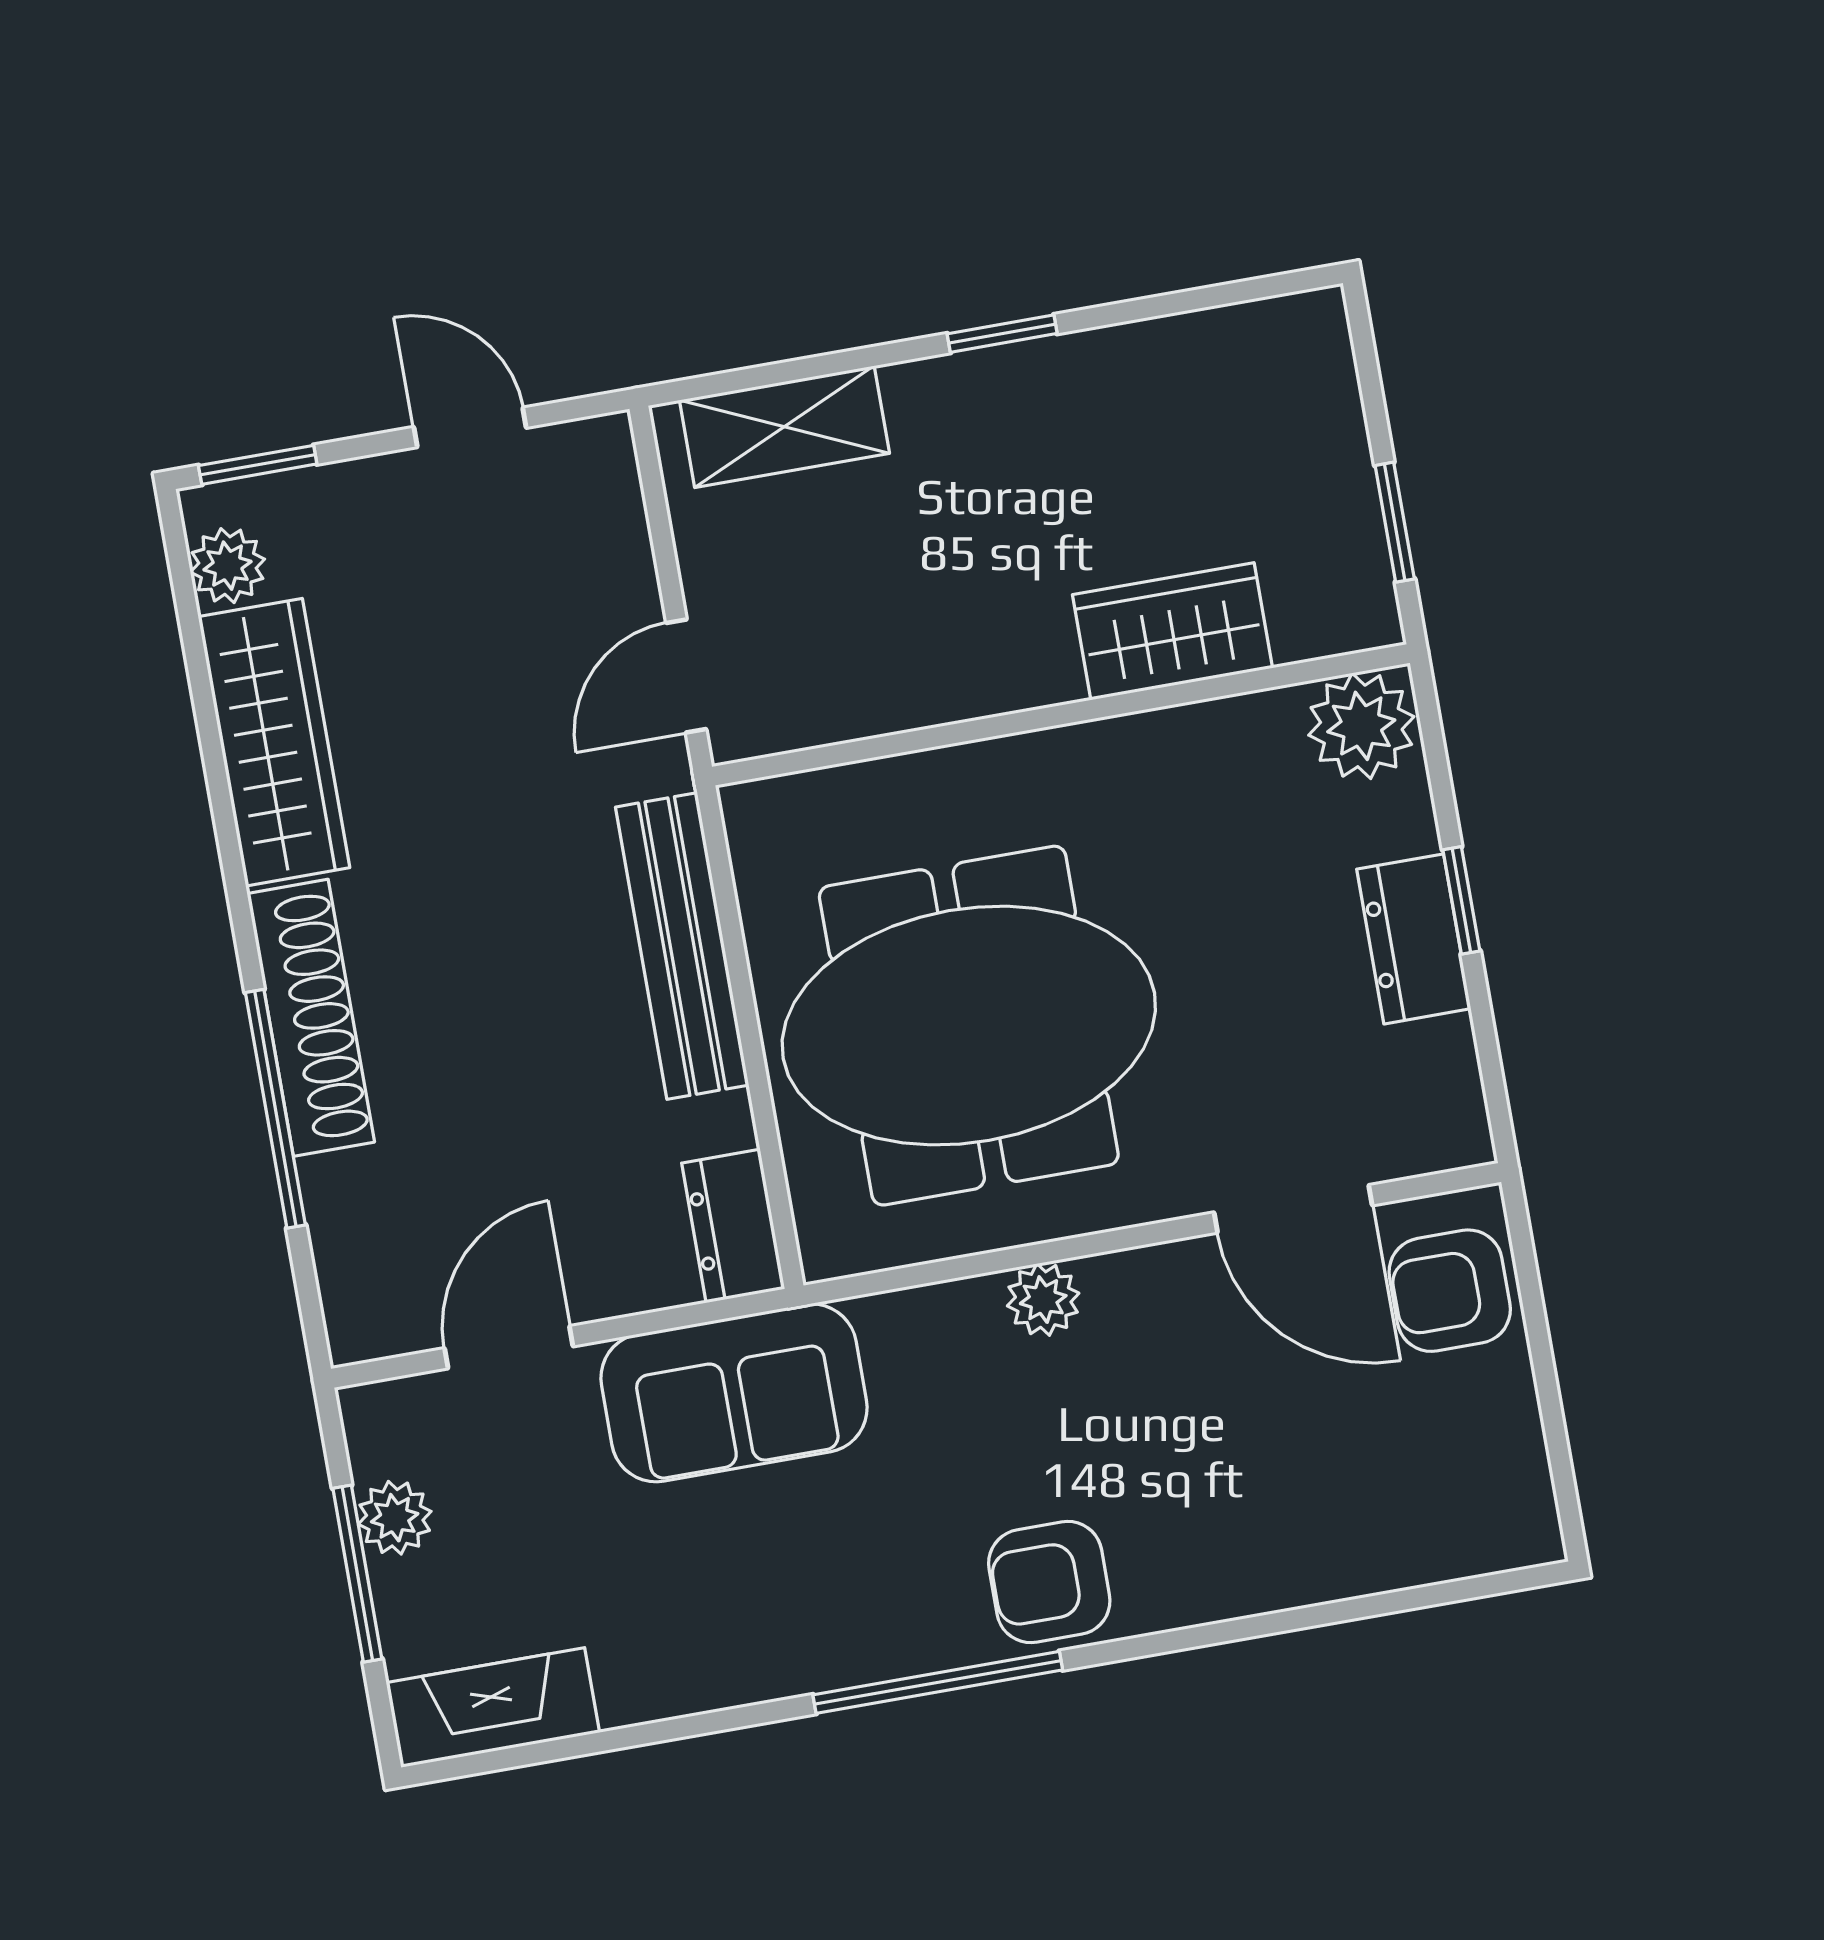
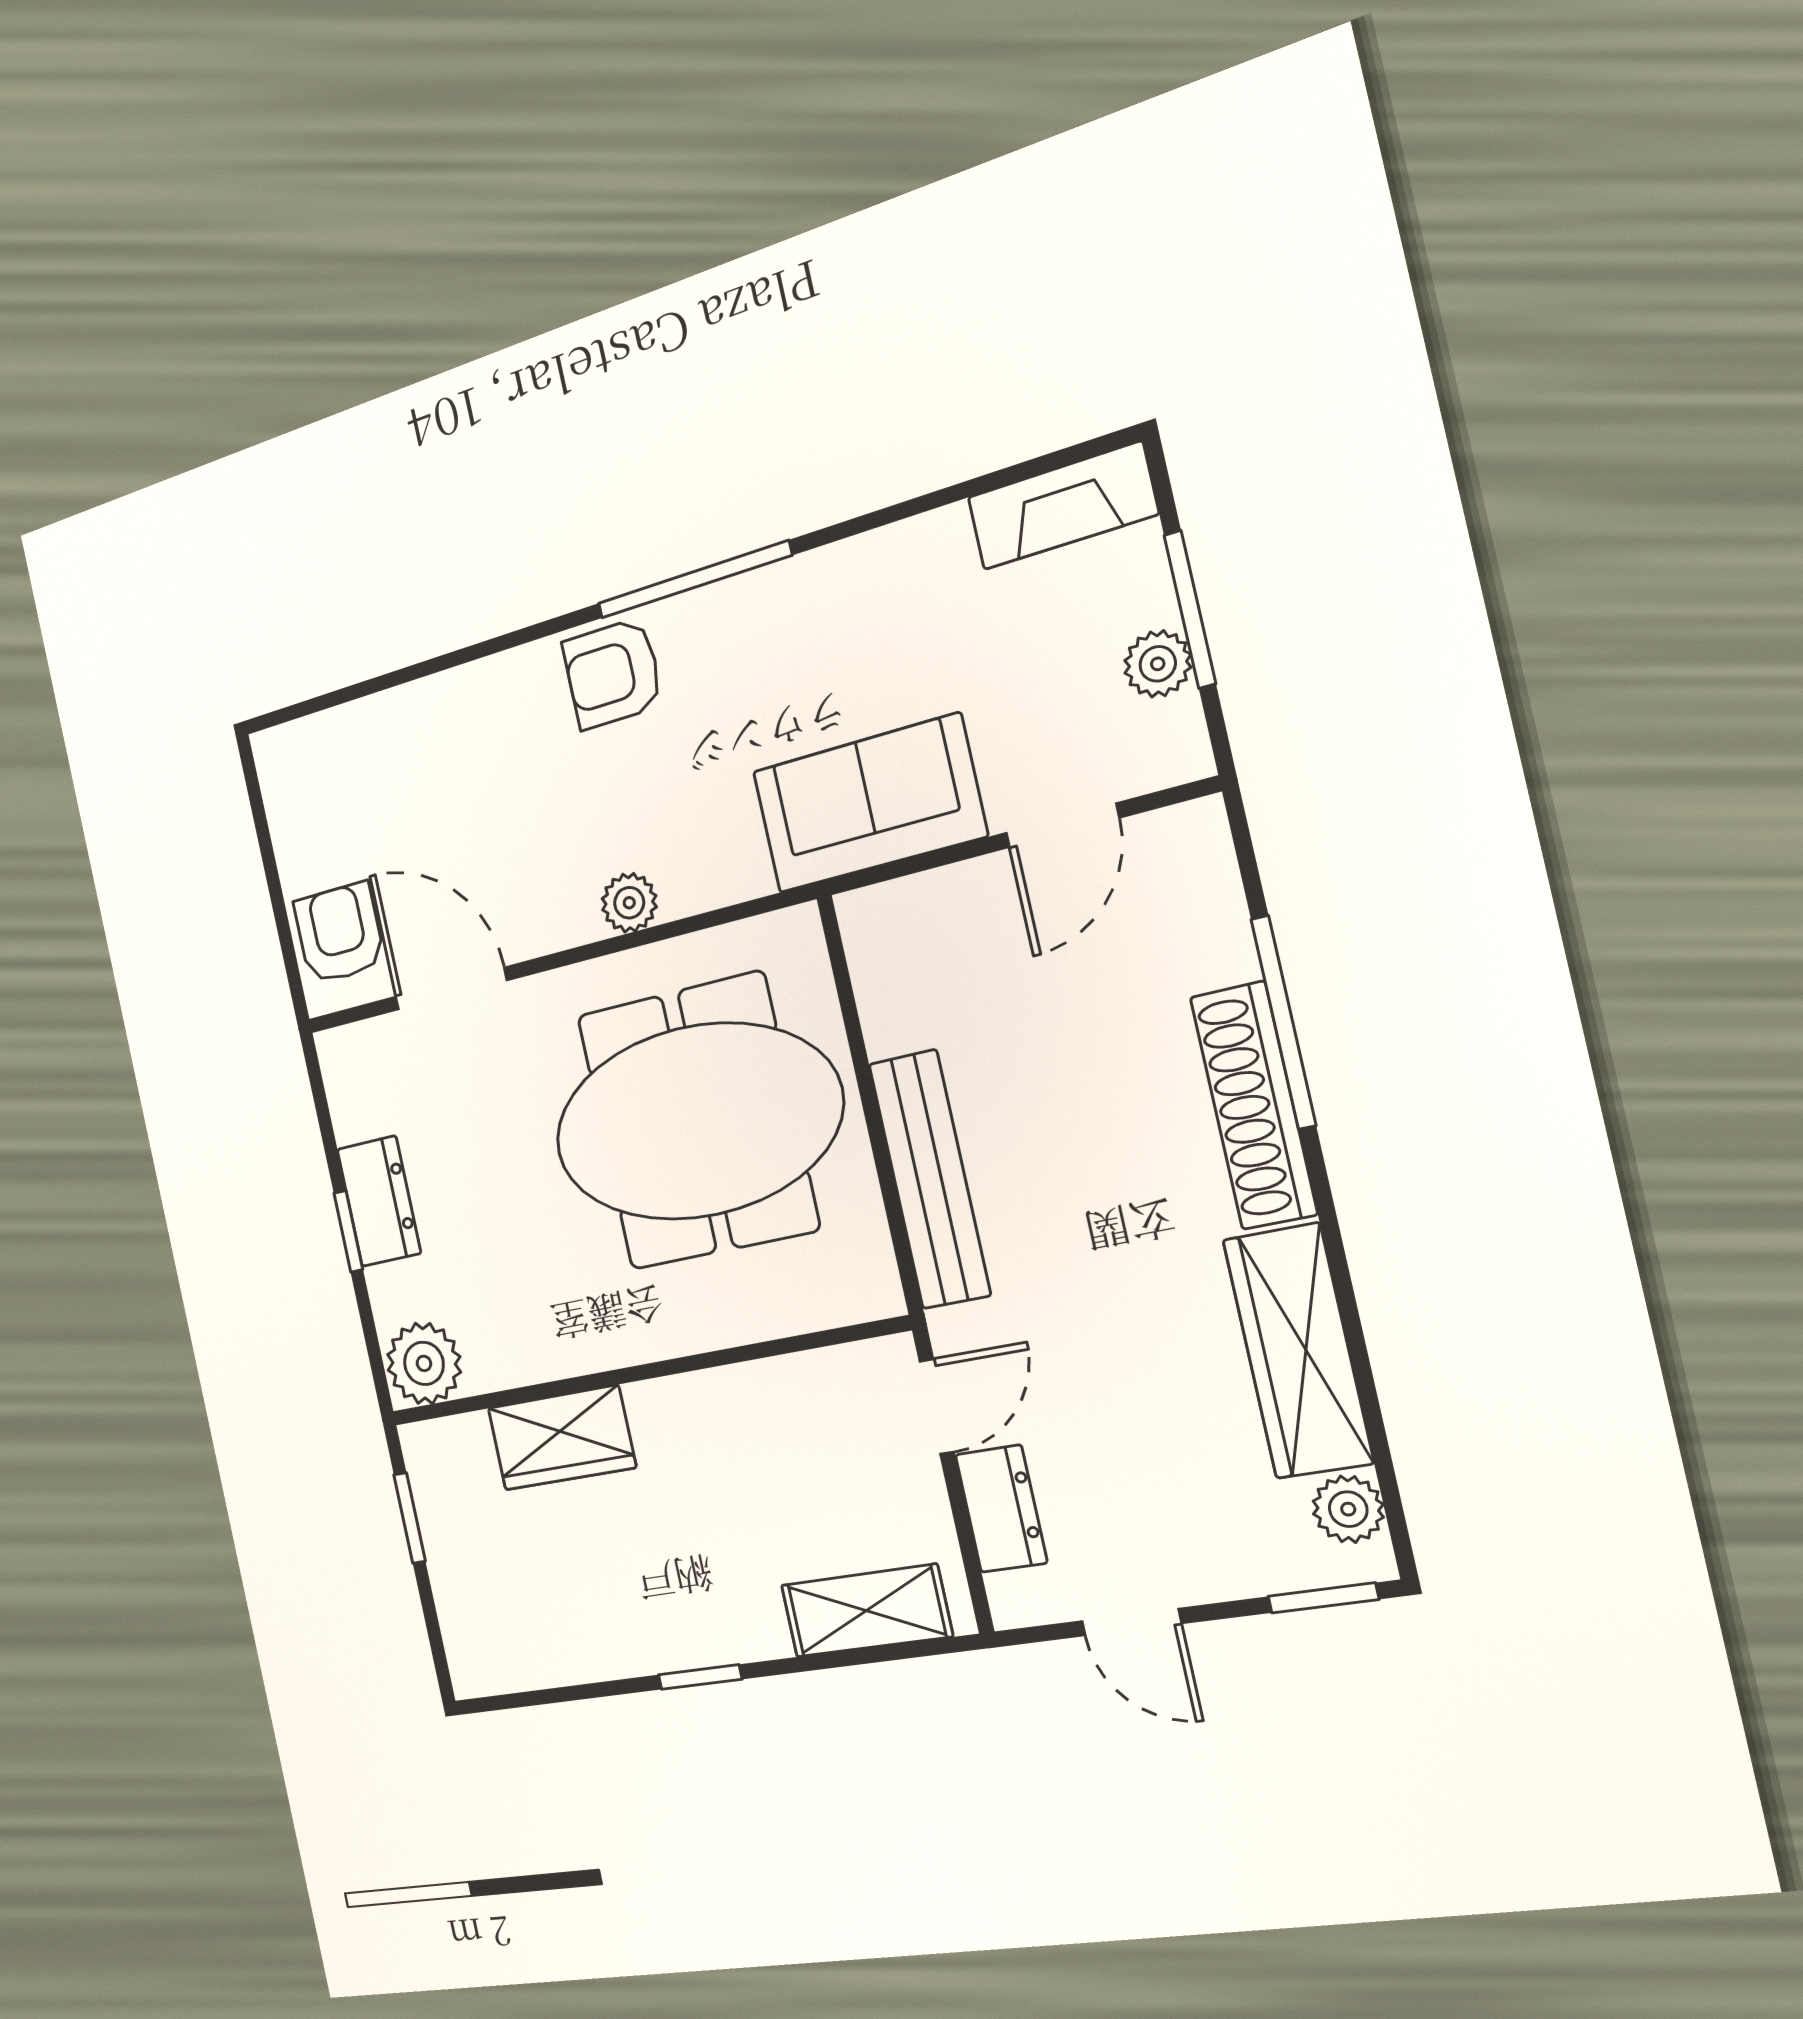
dresser: (733, 1226) -> (1001, 1509), moved
armchair: (1450, 1291) -> (339, 933), turned -90
armchair: (1049, 1582) -> (613, 673), turned 180

